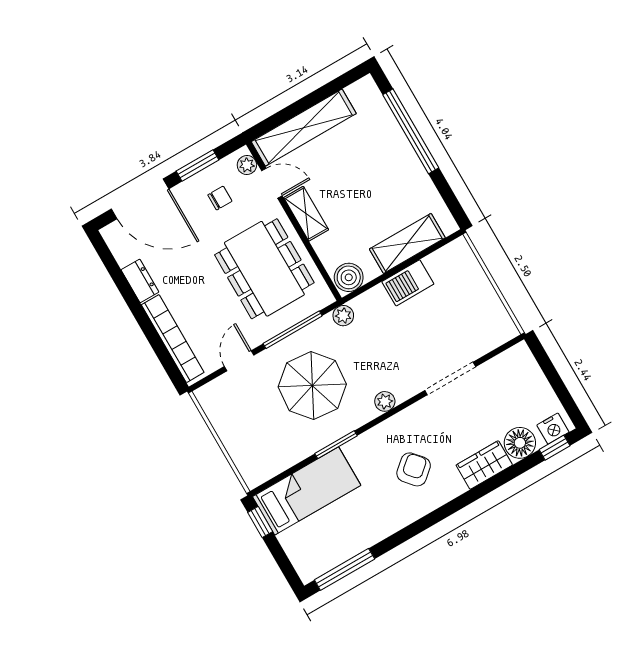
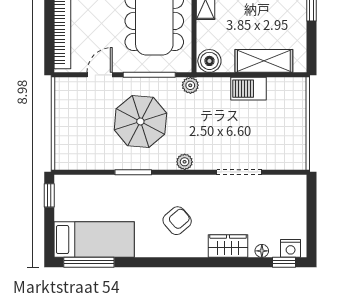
floor lamp: (520, 443) -> (262, 251), width x0.53, depth x0.53
bed: (307, 491) -> (94, 240), moved

